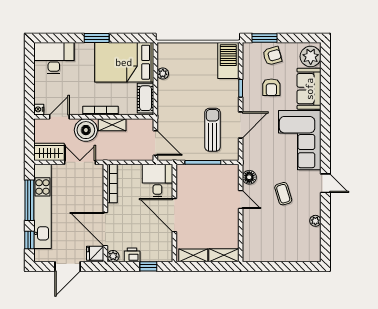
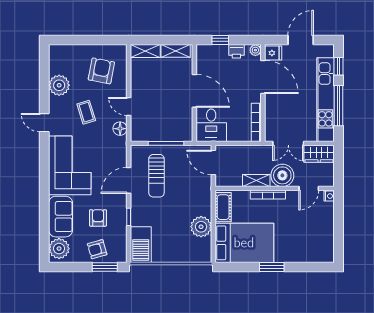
desk: (54, 58) -> (314, 247), removed
plant: (163, 74) -> (201, 227), width x1.88, depth x1.88
plant: (315, 221) -> (59, 85), width x1.87, depth x1.87
armchair: (268, 235) -> (101, 71), added

